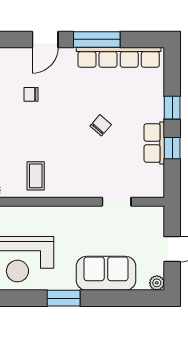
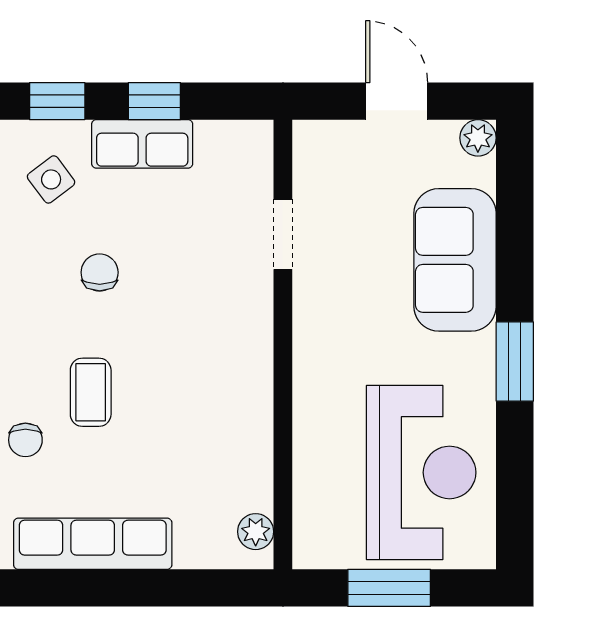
side table: (139, 105) -> (51, 179), added
chair: (101, 125) -> (100, 272), turned 49
coffee table: (36, 176) -> (91, 392), moved, turned 90

